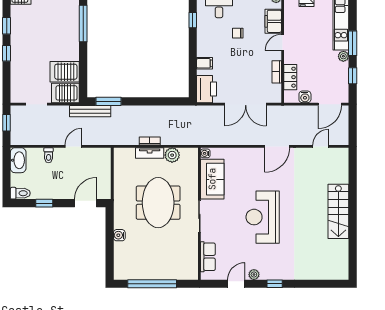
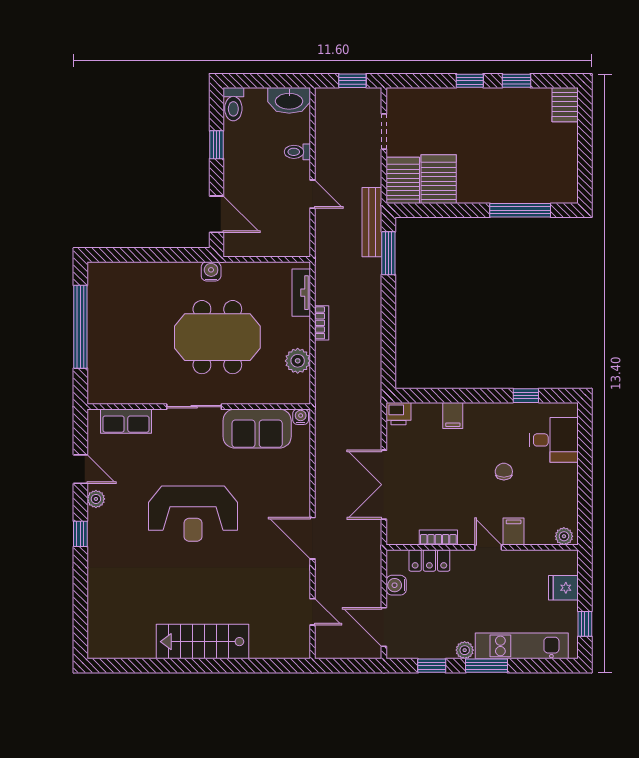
filing cabinet: (273, 21) -> (514, 531), width x0.50
printer: (207, 89) -> (399, 414), width x0.53, depth x0.68
tv unit: (150, 153) -> (301, 293), moved
reception desk: (263, 217) -> (193, 514), turned 180
water cooler: (119, 235) -> (211, 271), moved

